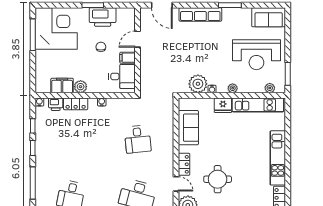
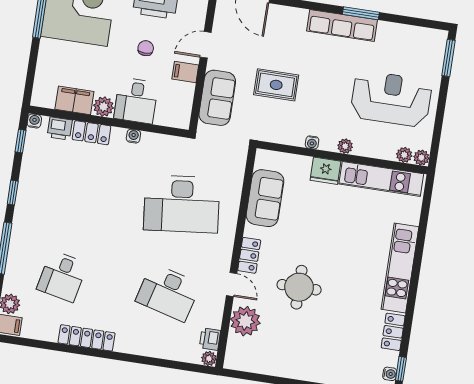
row of seats: (200, 14) -> (342, 25), moved
sofa: (269, 17) -> (217, 98), moved, turned -90
reception desk: (256, 55) -> (391, 99), turned 180
rug: (185, 57) -> (276, 85), added
window: (288, 74) -> (448, 58), moved
desk: (122, 76) -> (136, 101), moved, turned 90
plant: (198, 84) -> (421, 158), moved, width x0.53, depth x0.53
window: (33, 126) -> (21, 141), moved
desk: (138, 139) -> (182, 204), width x1.87, depth x1.30

